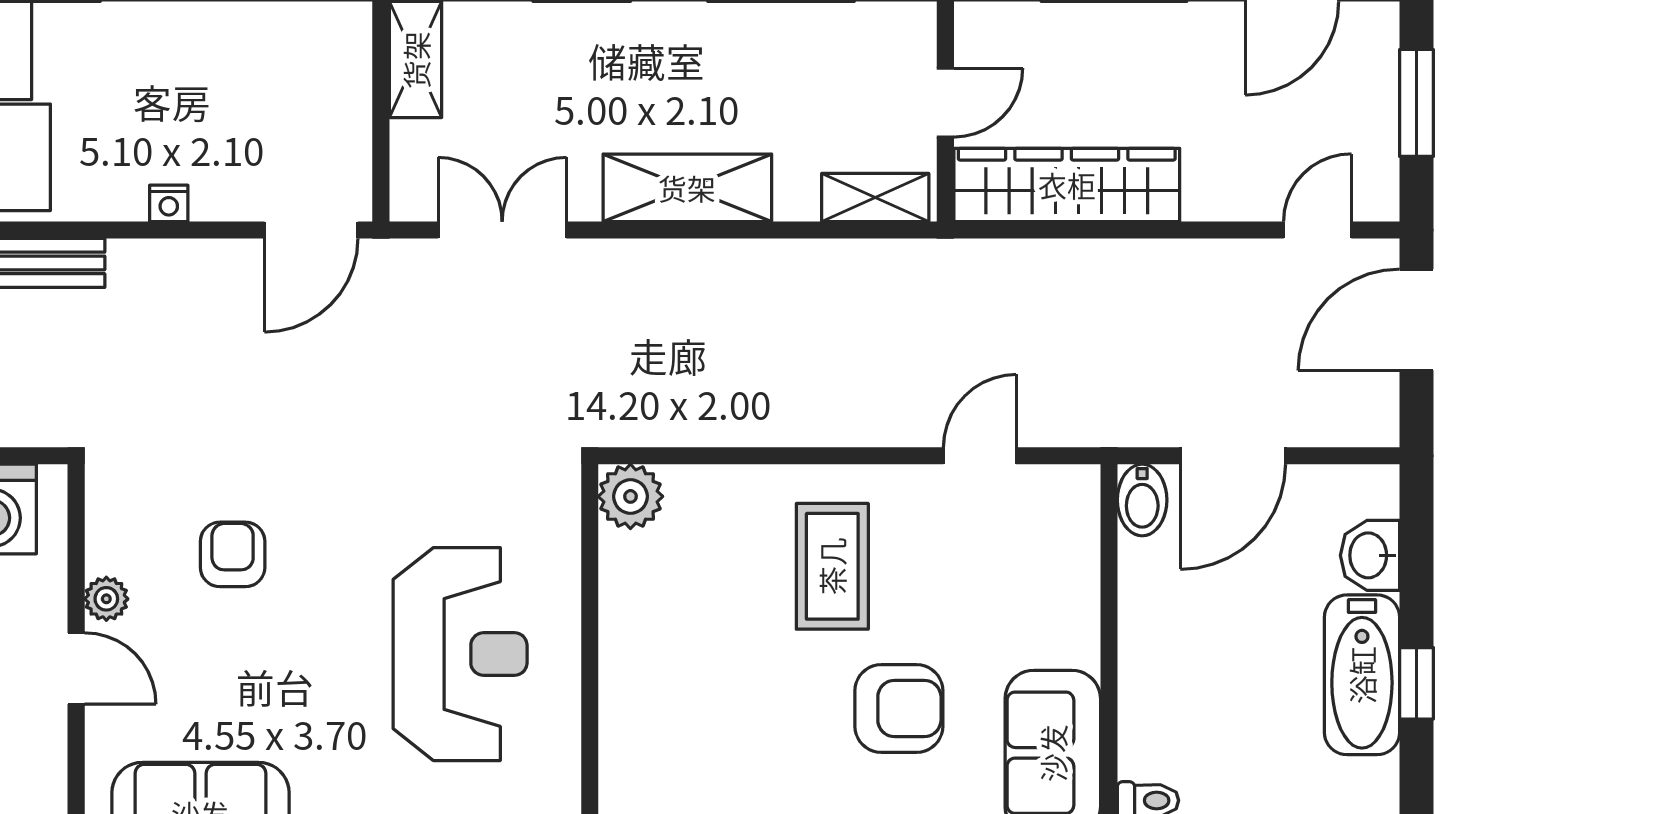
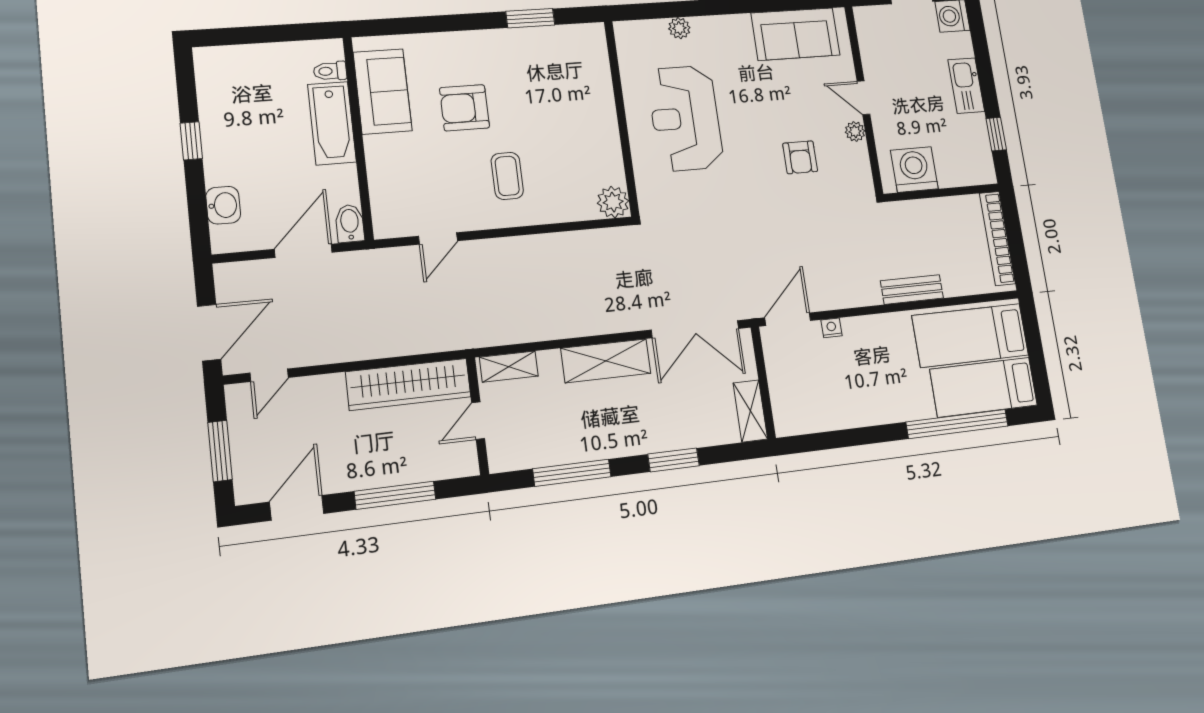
nightstand: (169, 203) -> (831, 328), moved
double door: (502, 230) -> (695, 329), width x1.37
coffee table: (832, 566) -> (507, 176), width x0.73, depth x0.77
bathtub: (1362, 675) -> (332, 123), moved, turned 180

